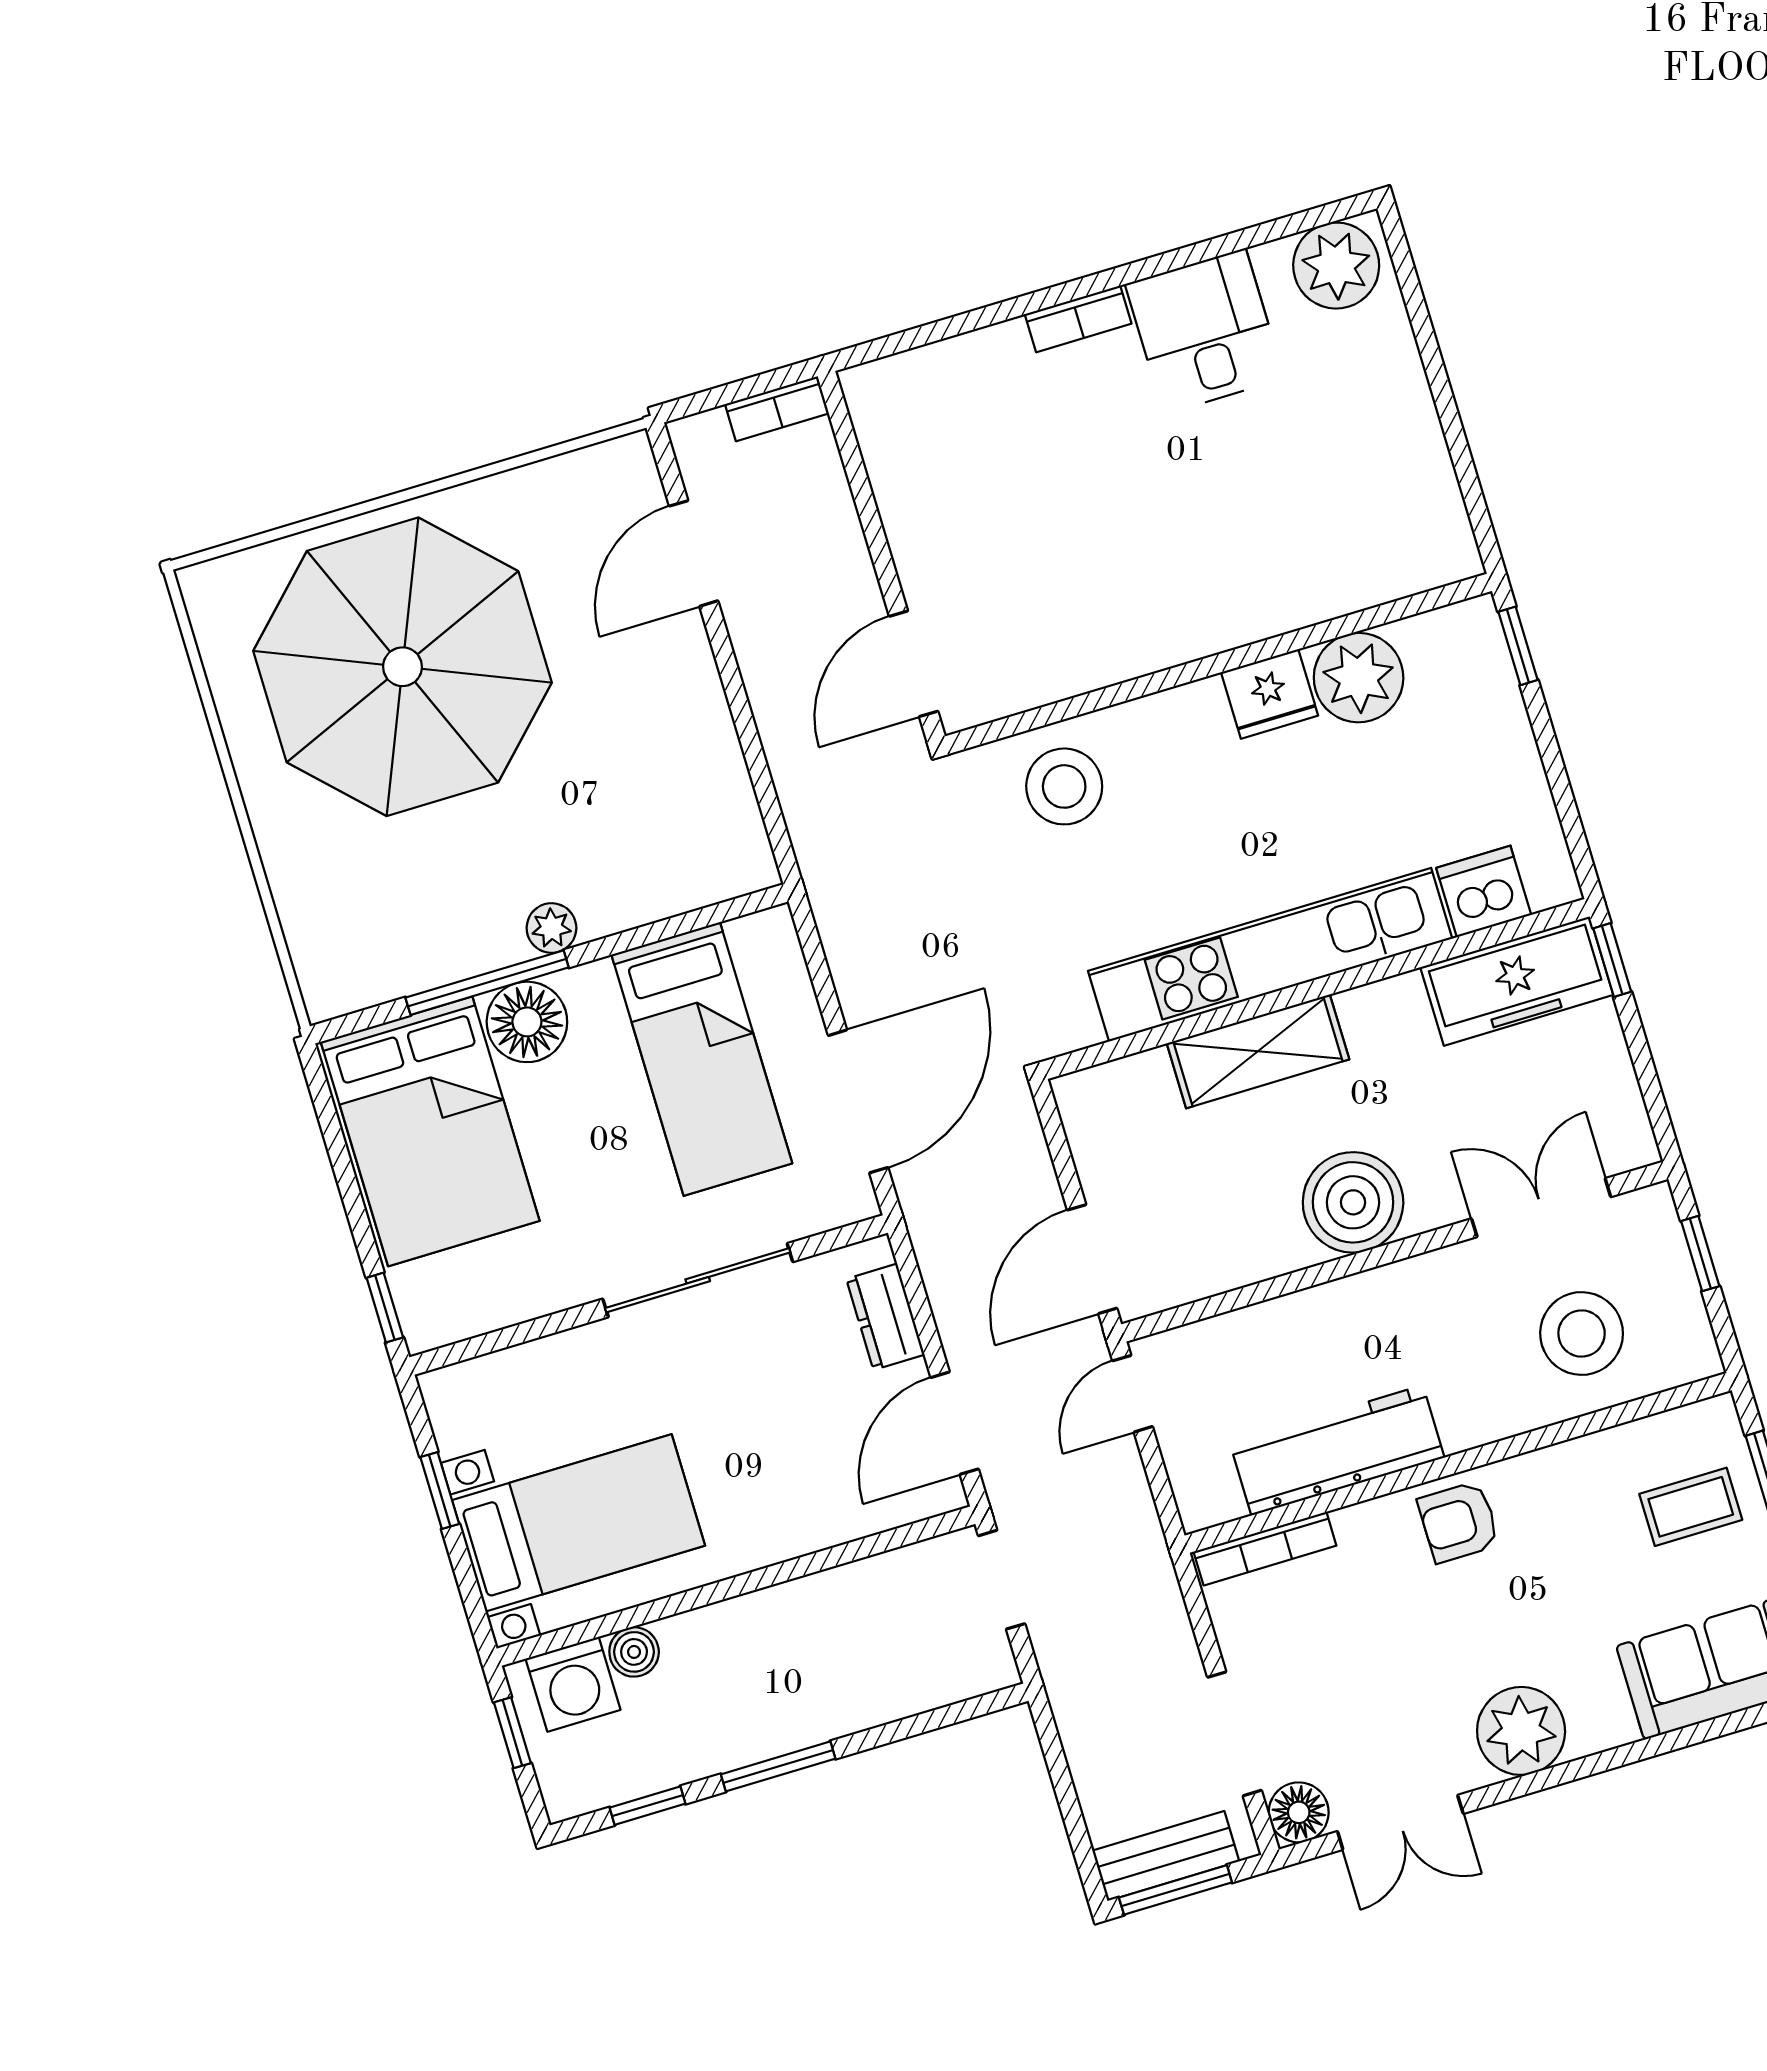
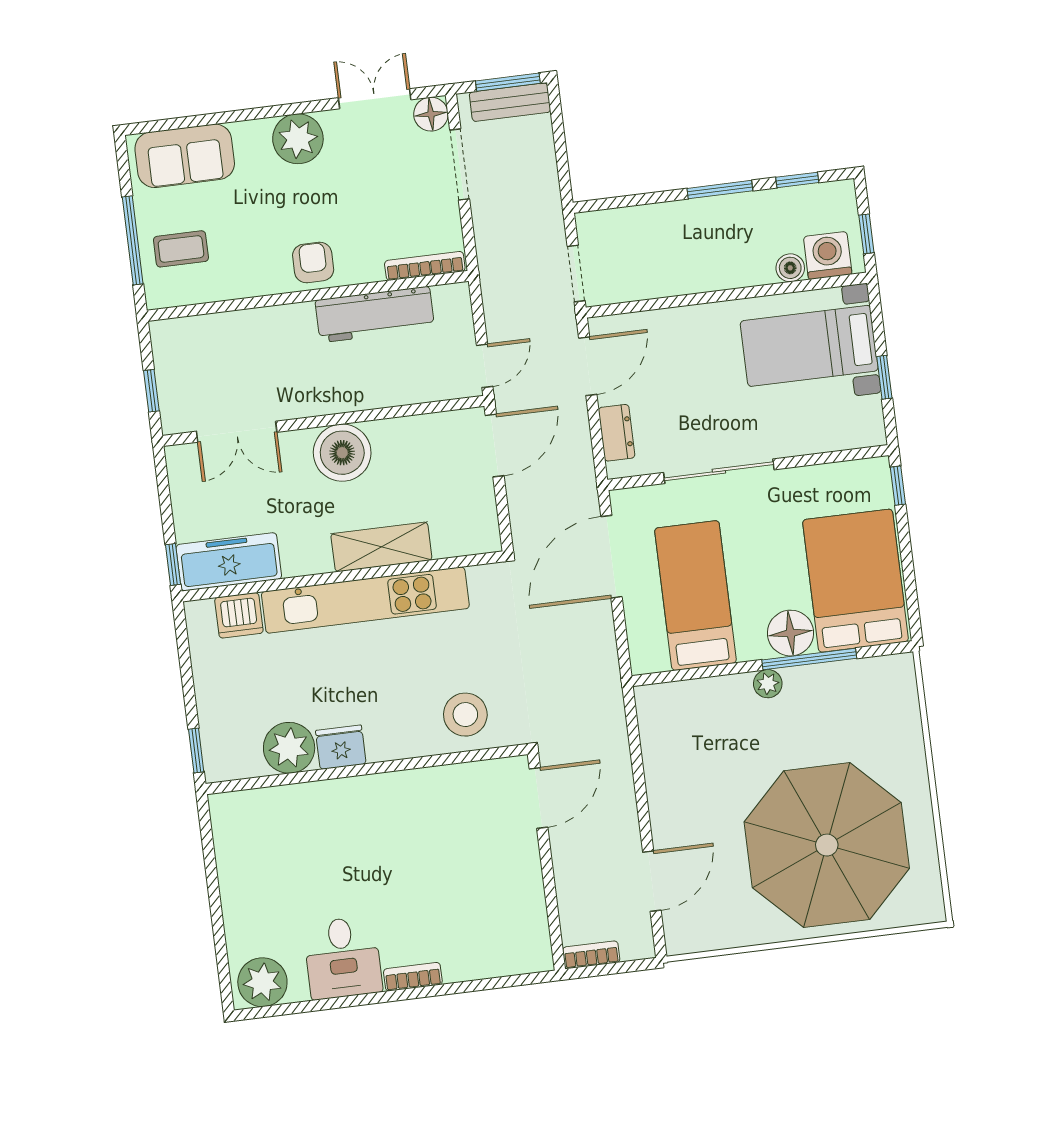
stool: (1582, 1334) -> (226, 357), removed
armchair: (1459, 1522) -> (313, 262), turned -90

